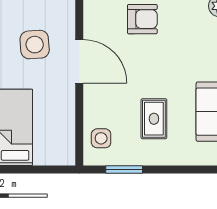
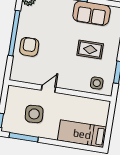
door: (79, 61) -> (48, 89), width x0.53

